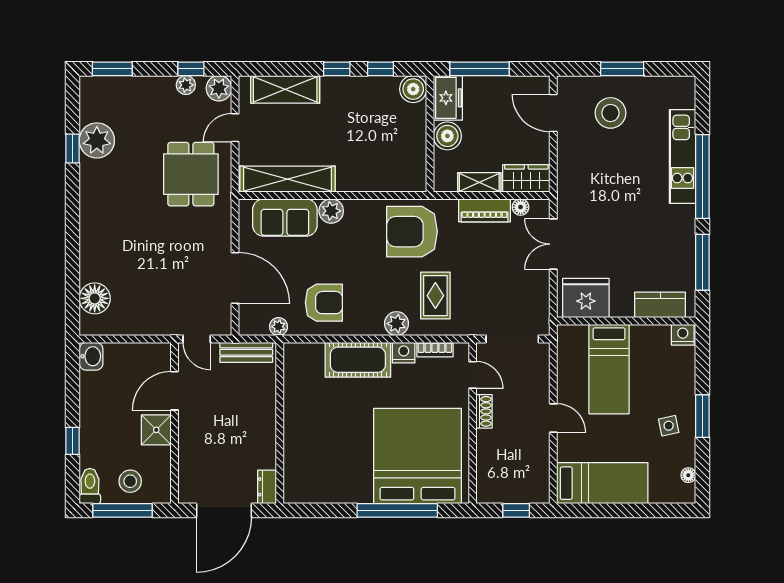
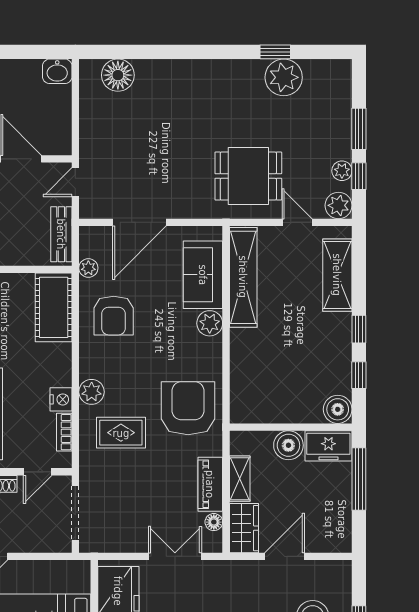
window: (112, 69) -> (359, 129), moved
door: (553, 113) -> (285, 556), moved
cot: (358, 360) -> (54, 307), moved

